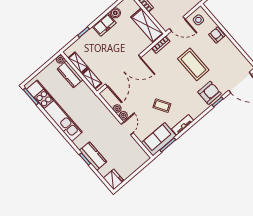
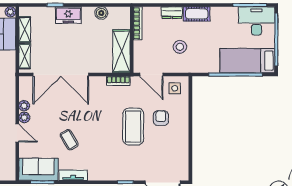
freezer: (104, 25) -> (68, 15), moved
armchair: (217, 35) -> (161, 118), moved
armchair: (210, 93) -> (125, 167), removed
door: (127, 128) -> (17, 133), hinge flipped

